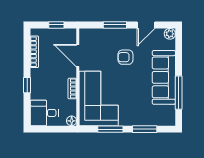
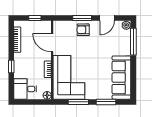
armchair: (125, 57) -> (83, 30), moved
sofa: (164, 77) -> (121, 78), moved
window: (179, 93) -> (133, 42), moved

